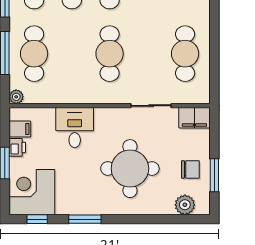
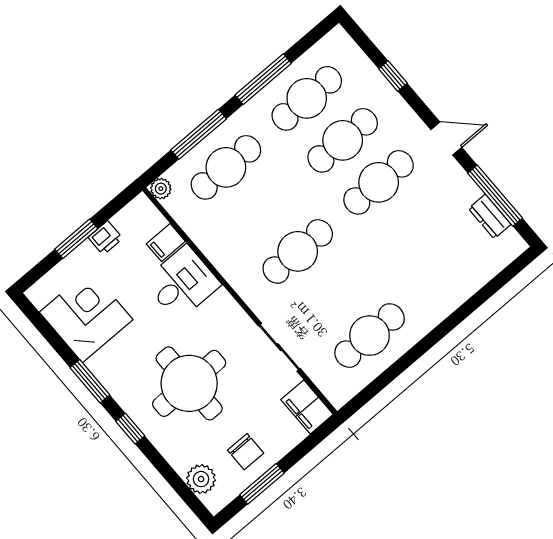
filing cabinet: (20, 129) -> (166, 243), moved, turned 90
corner desk: (32, 192) -> (86, 316), moved
window: (37, 219) -> (130, 429), moved

